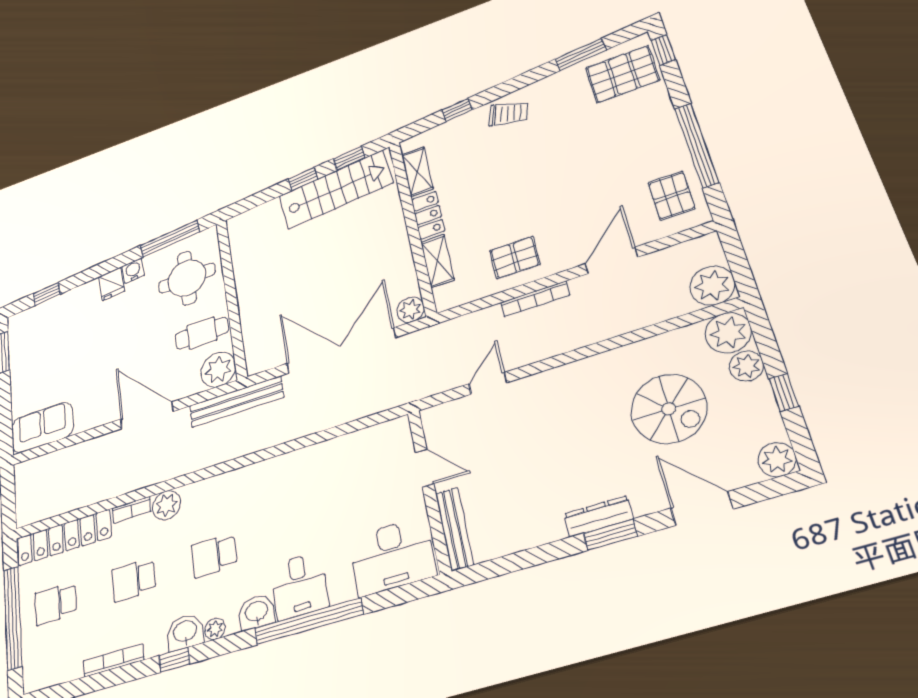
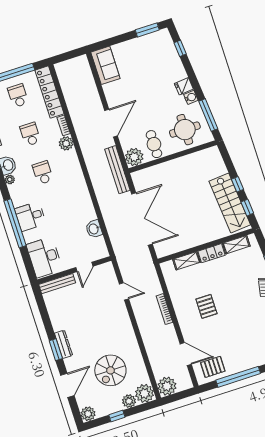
pallet: (515, 258) -> (206, 306), moved
door: (611, 260) -> (186, 354), moved
plant: (410, 310) -> (162, 251), removed
washbasin: (257, 612) -> (94, 229), moved, turned 180

